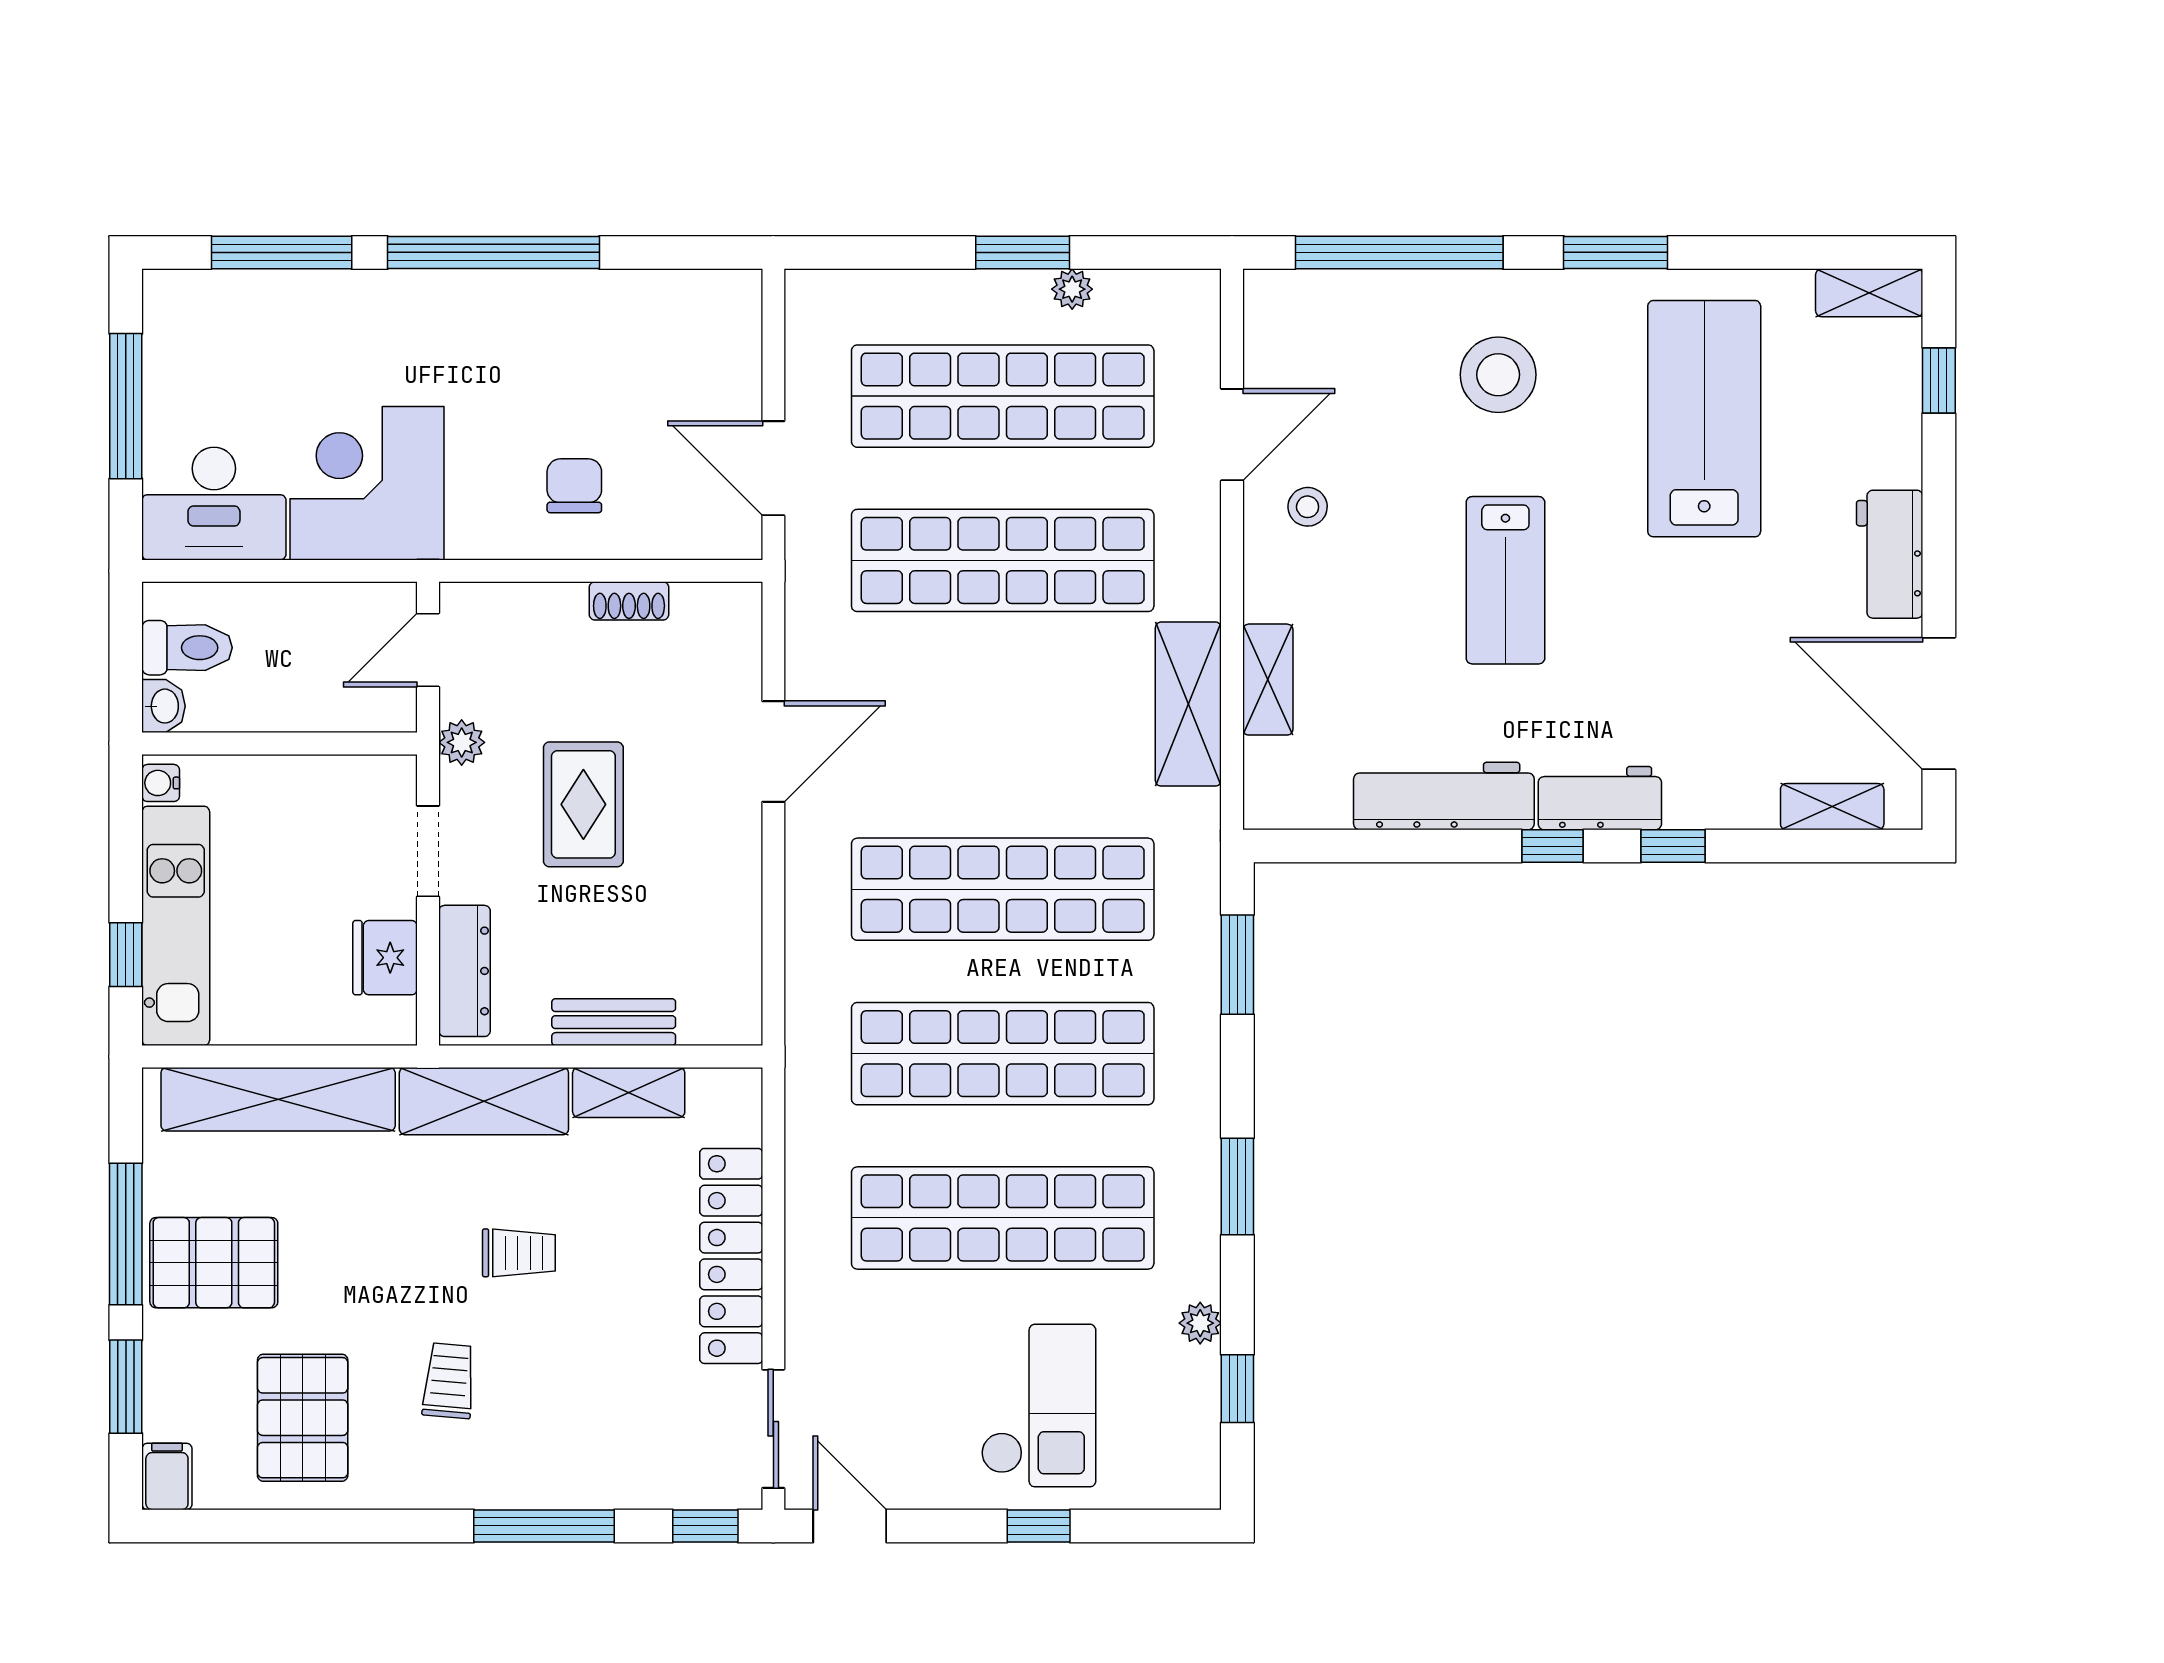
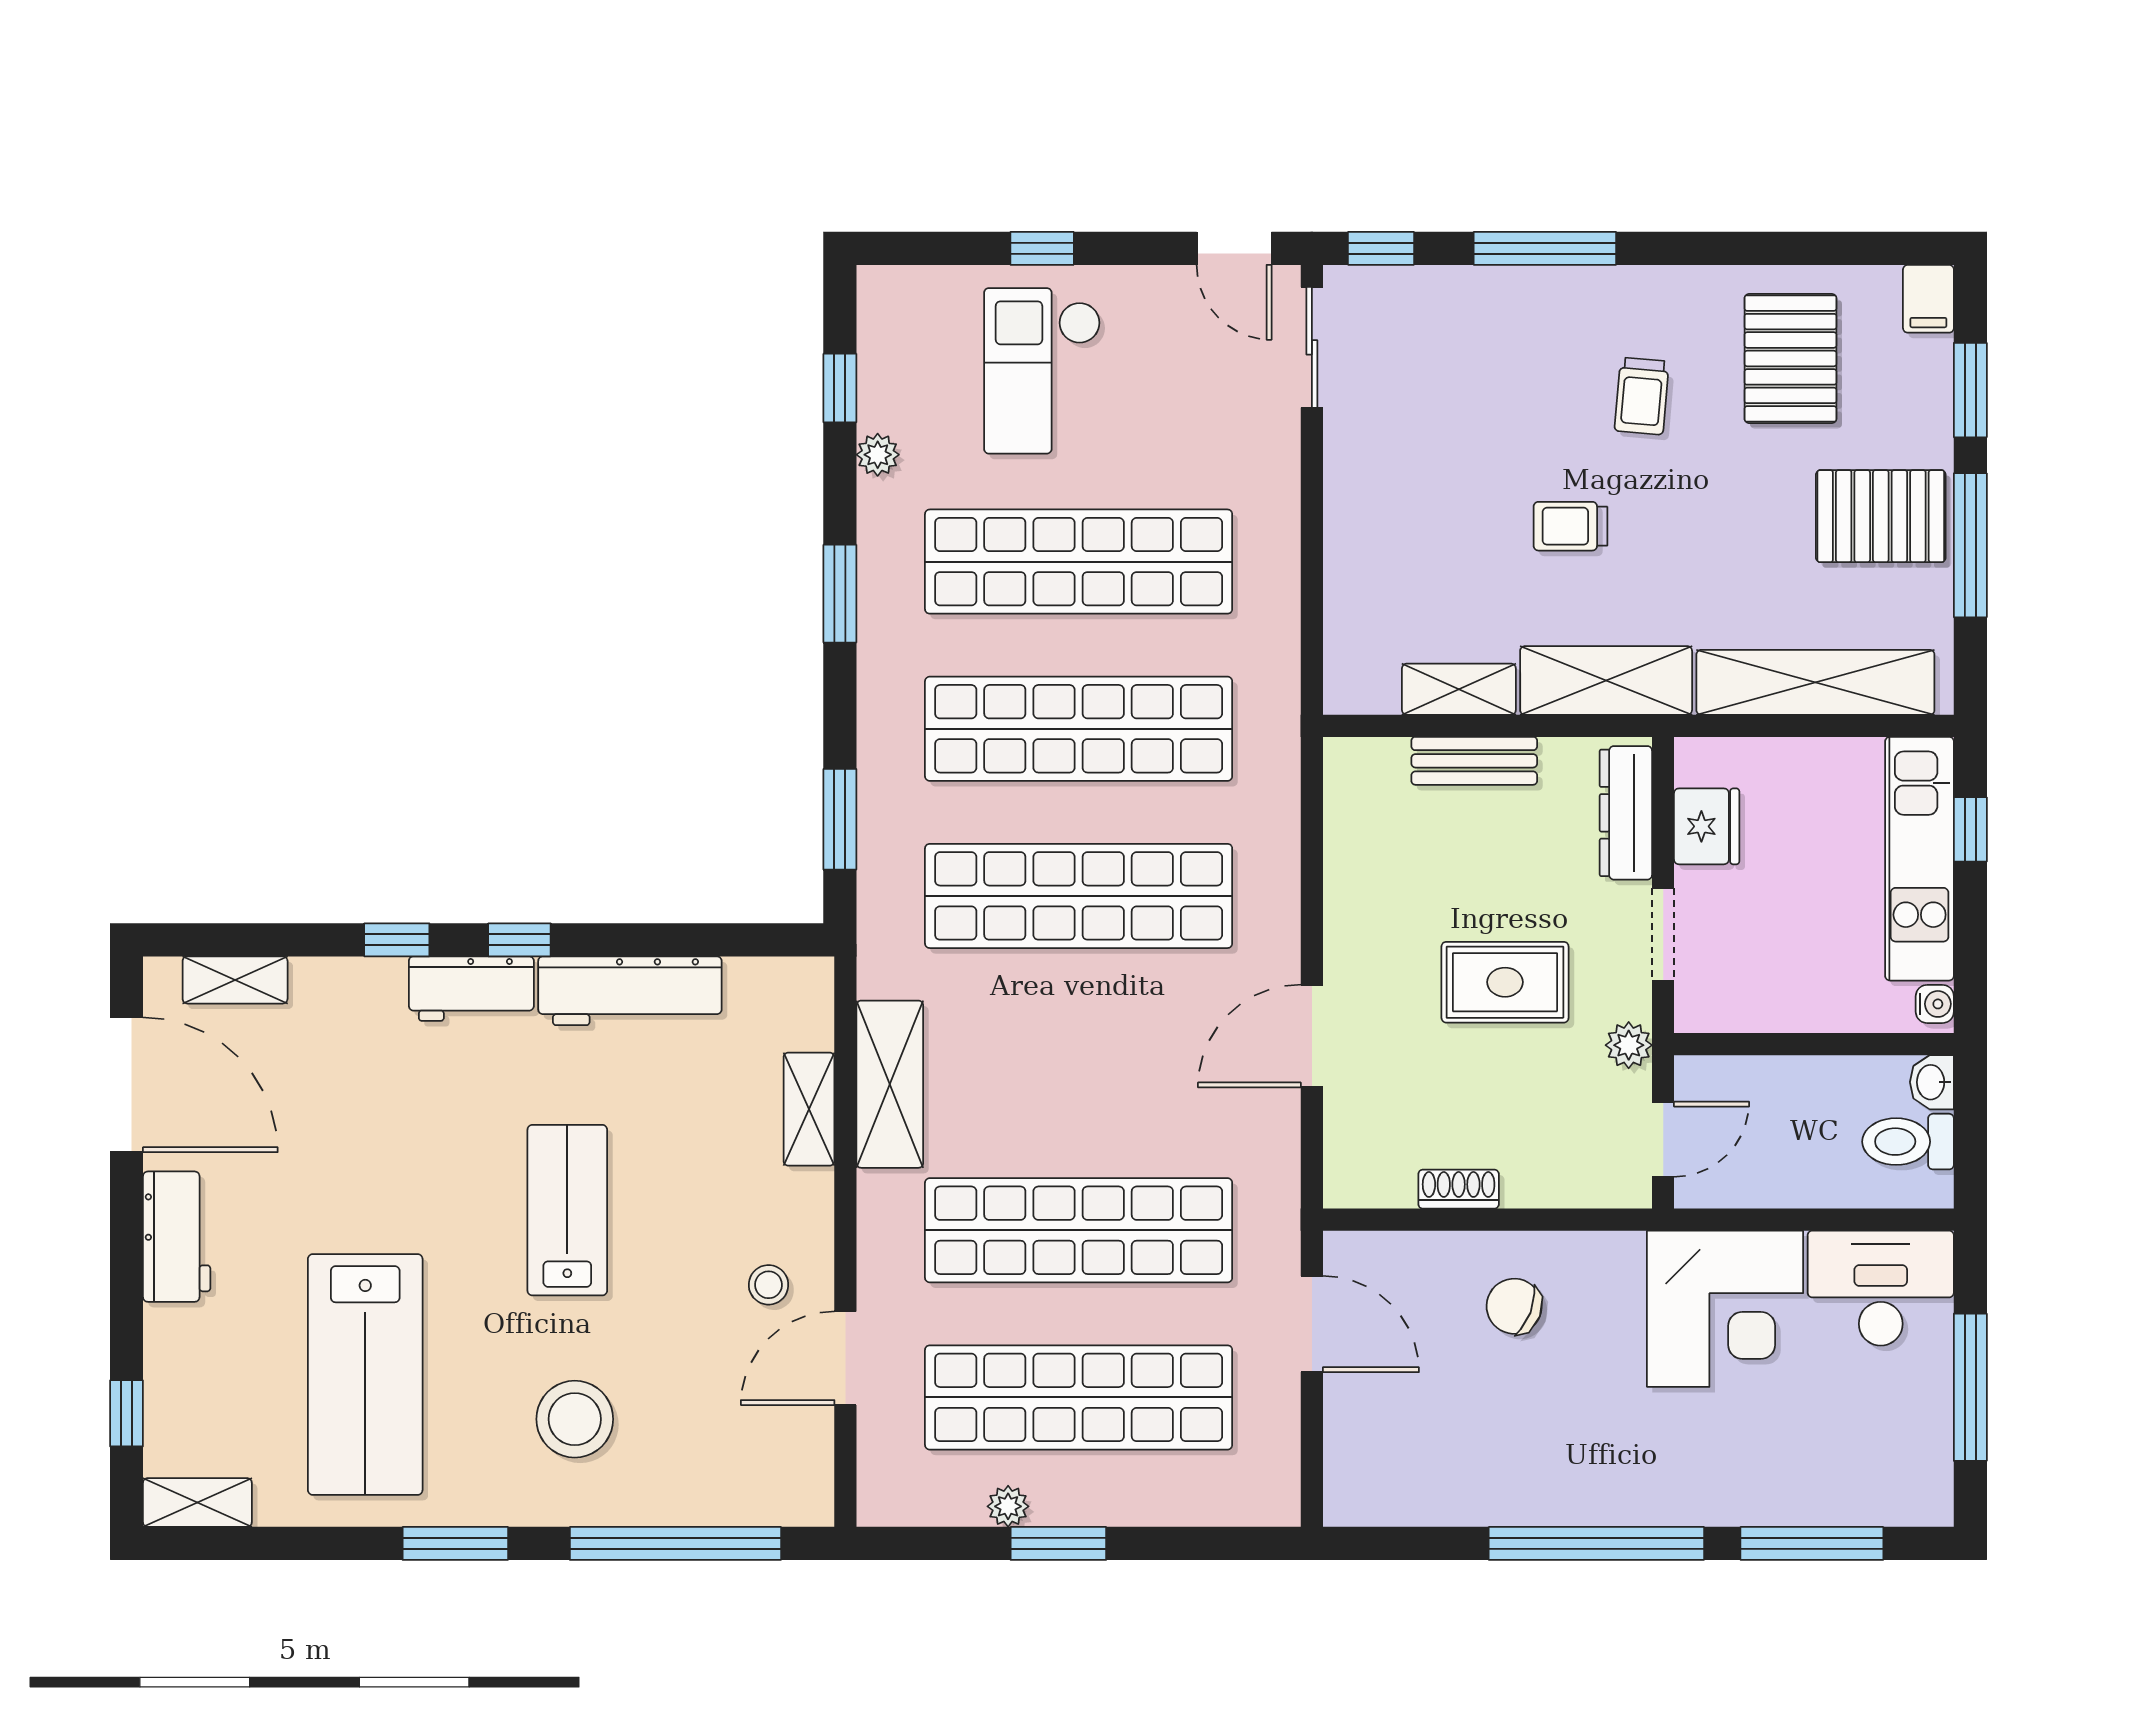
chair: (574, 486) -> (1514, 1306), turned 111
rug: (583, 804) -> (1505, 982), turned 90
locker: (731, 1256) -> (1355, 523), removed

